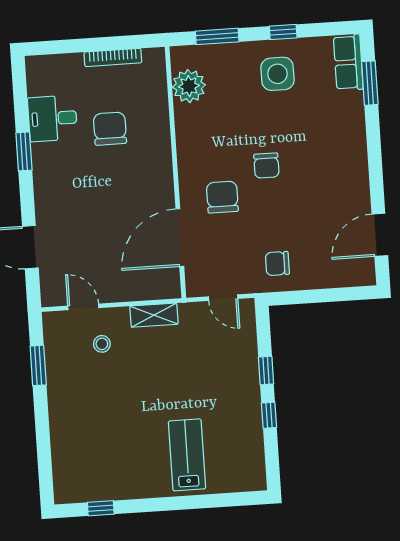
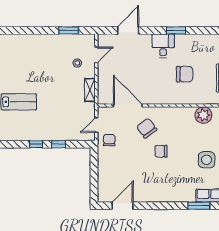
desk: (53, 118) -> (163, 46), moved
chair: (222, 197) -> (147, 128), turned -126
door: (380, 235) -> (123, 206), hinge flipped
chair: (277, 264) -> (109, 140), moved

